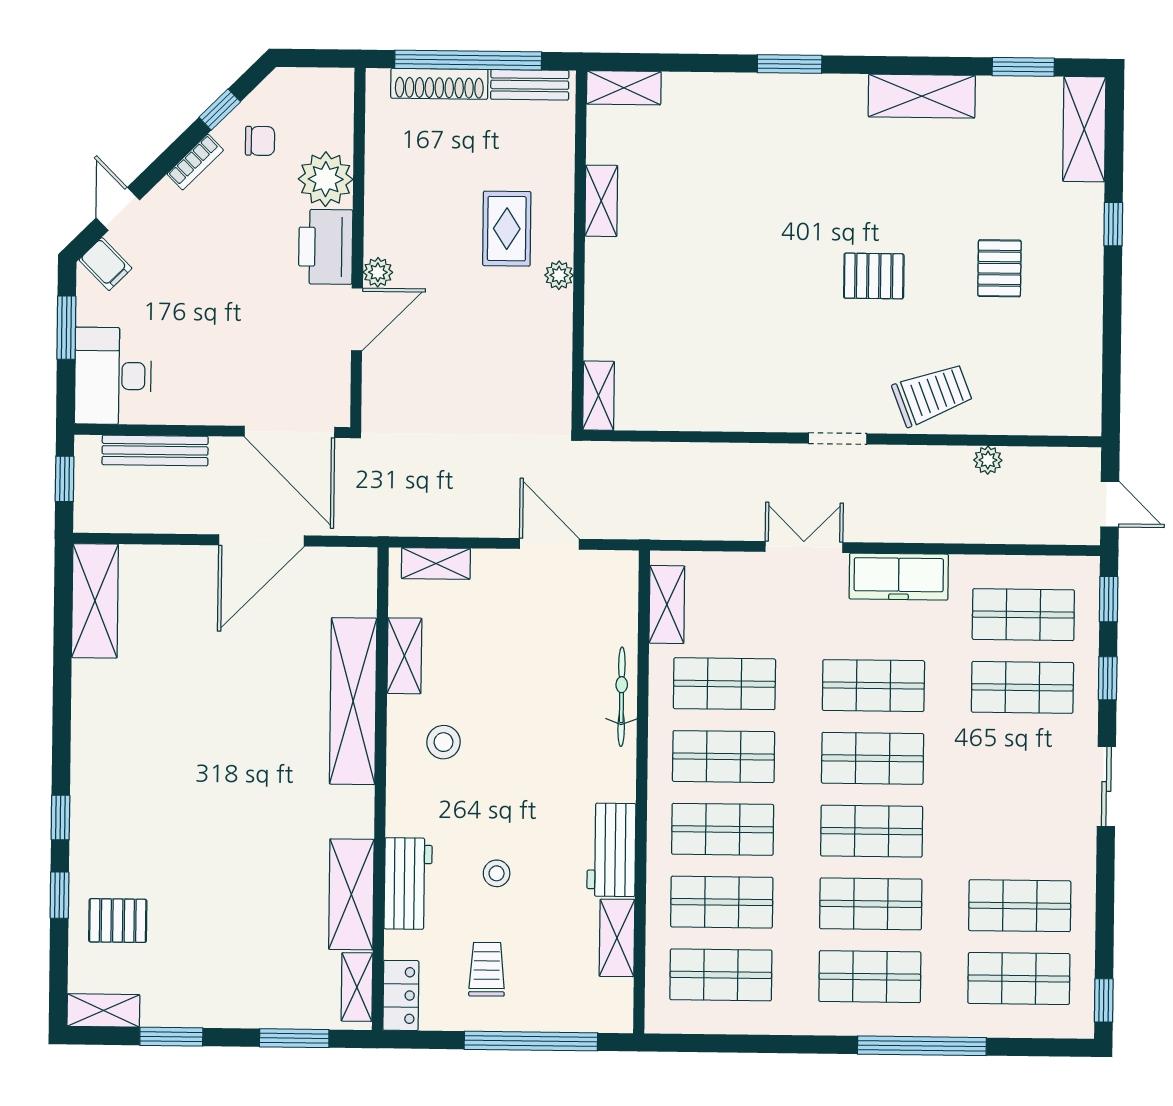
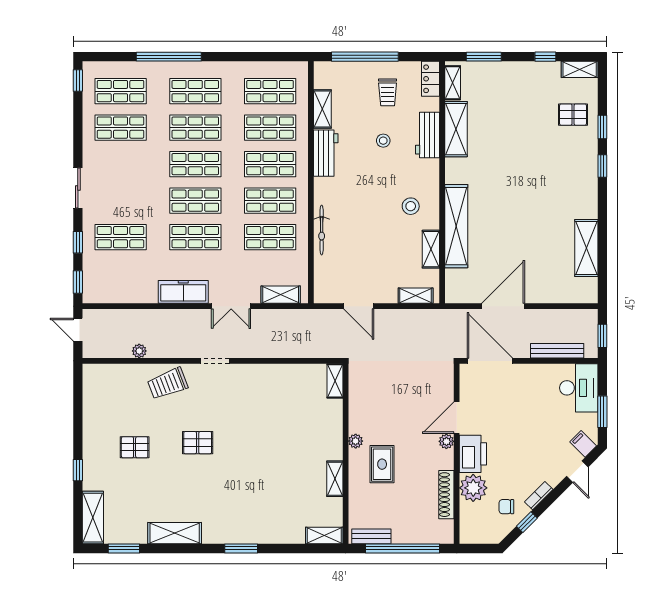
shoe rack: (439, 84) -> (446, 495), moved, turned -90
pallet: (999, 268) -> (135, 447), turned 90
shelving: (95, 601) -> (586, 248), moved
shelving: (667, 604) -> (281, 295), moved, turned 90
shop shelf: (1023, 615) -> (121, 274), removed
window: (171, 1037) -> (545, 57), width x0.67

